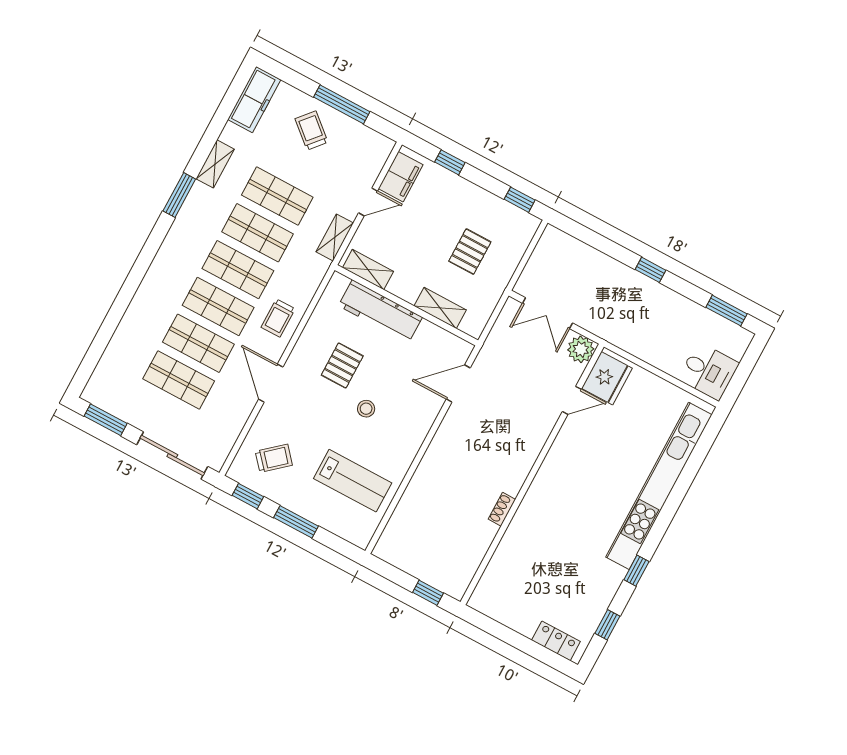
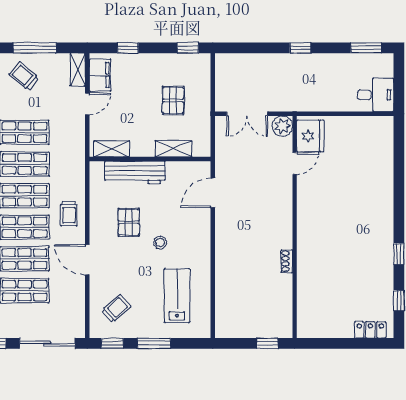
shelving: (335, 237) -> (78, 69), moved
lab bench: (353, 481) -> (177, 296), turned -90
kitchen unit: (659, 486) -> (384, 189), removed

